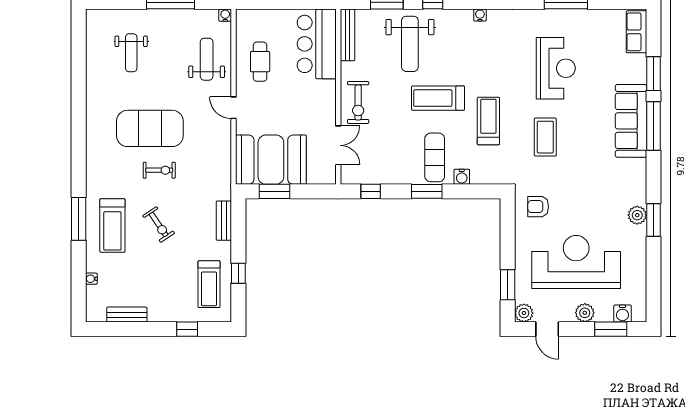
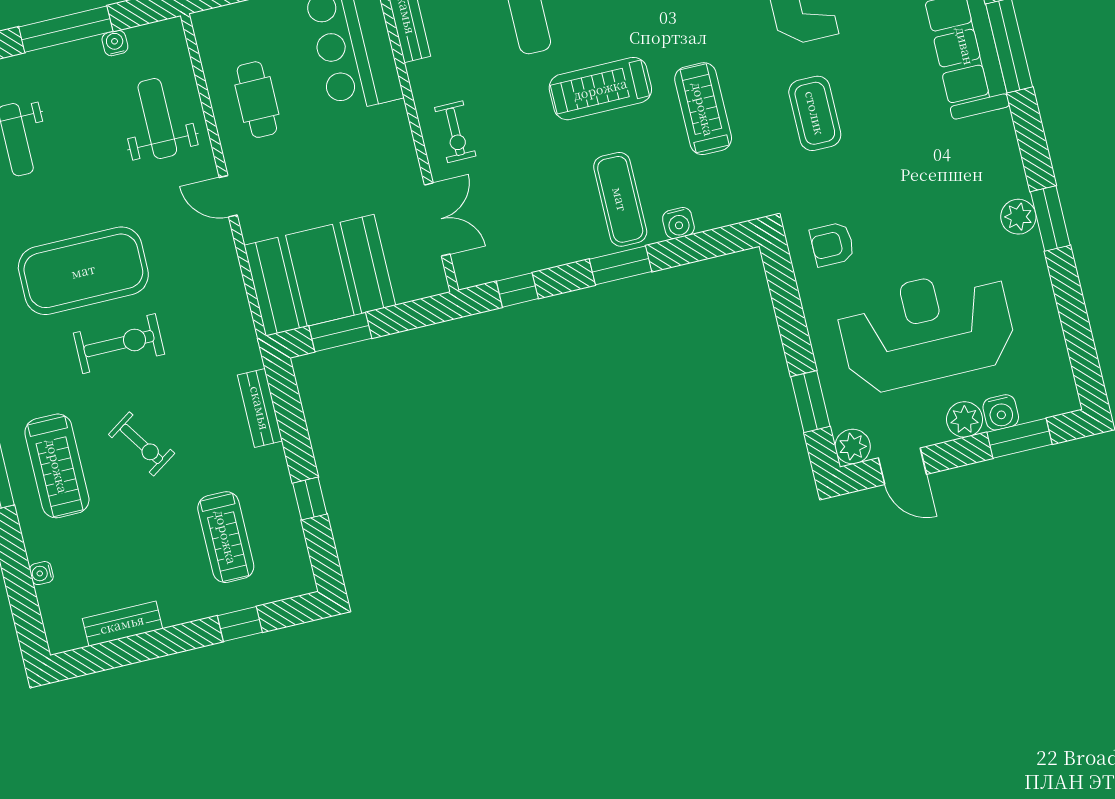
water cooler: (225, 15) -> (115, 43), moved
exercise bike: (358, 102) -> (455, 132), width x0.73, depth x0.72
exercise bike: (159, 170) -> (119, 344), width x1.38, depth x1.39
treadmill: (209, 284) -> (226, 537), moved
water cooler: (622, 314) -> (1001, 412), moved

